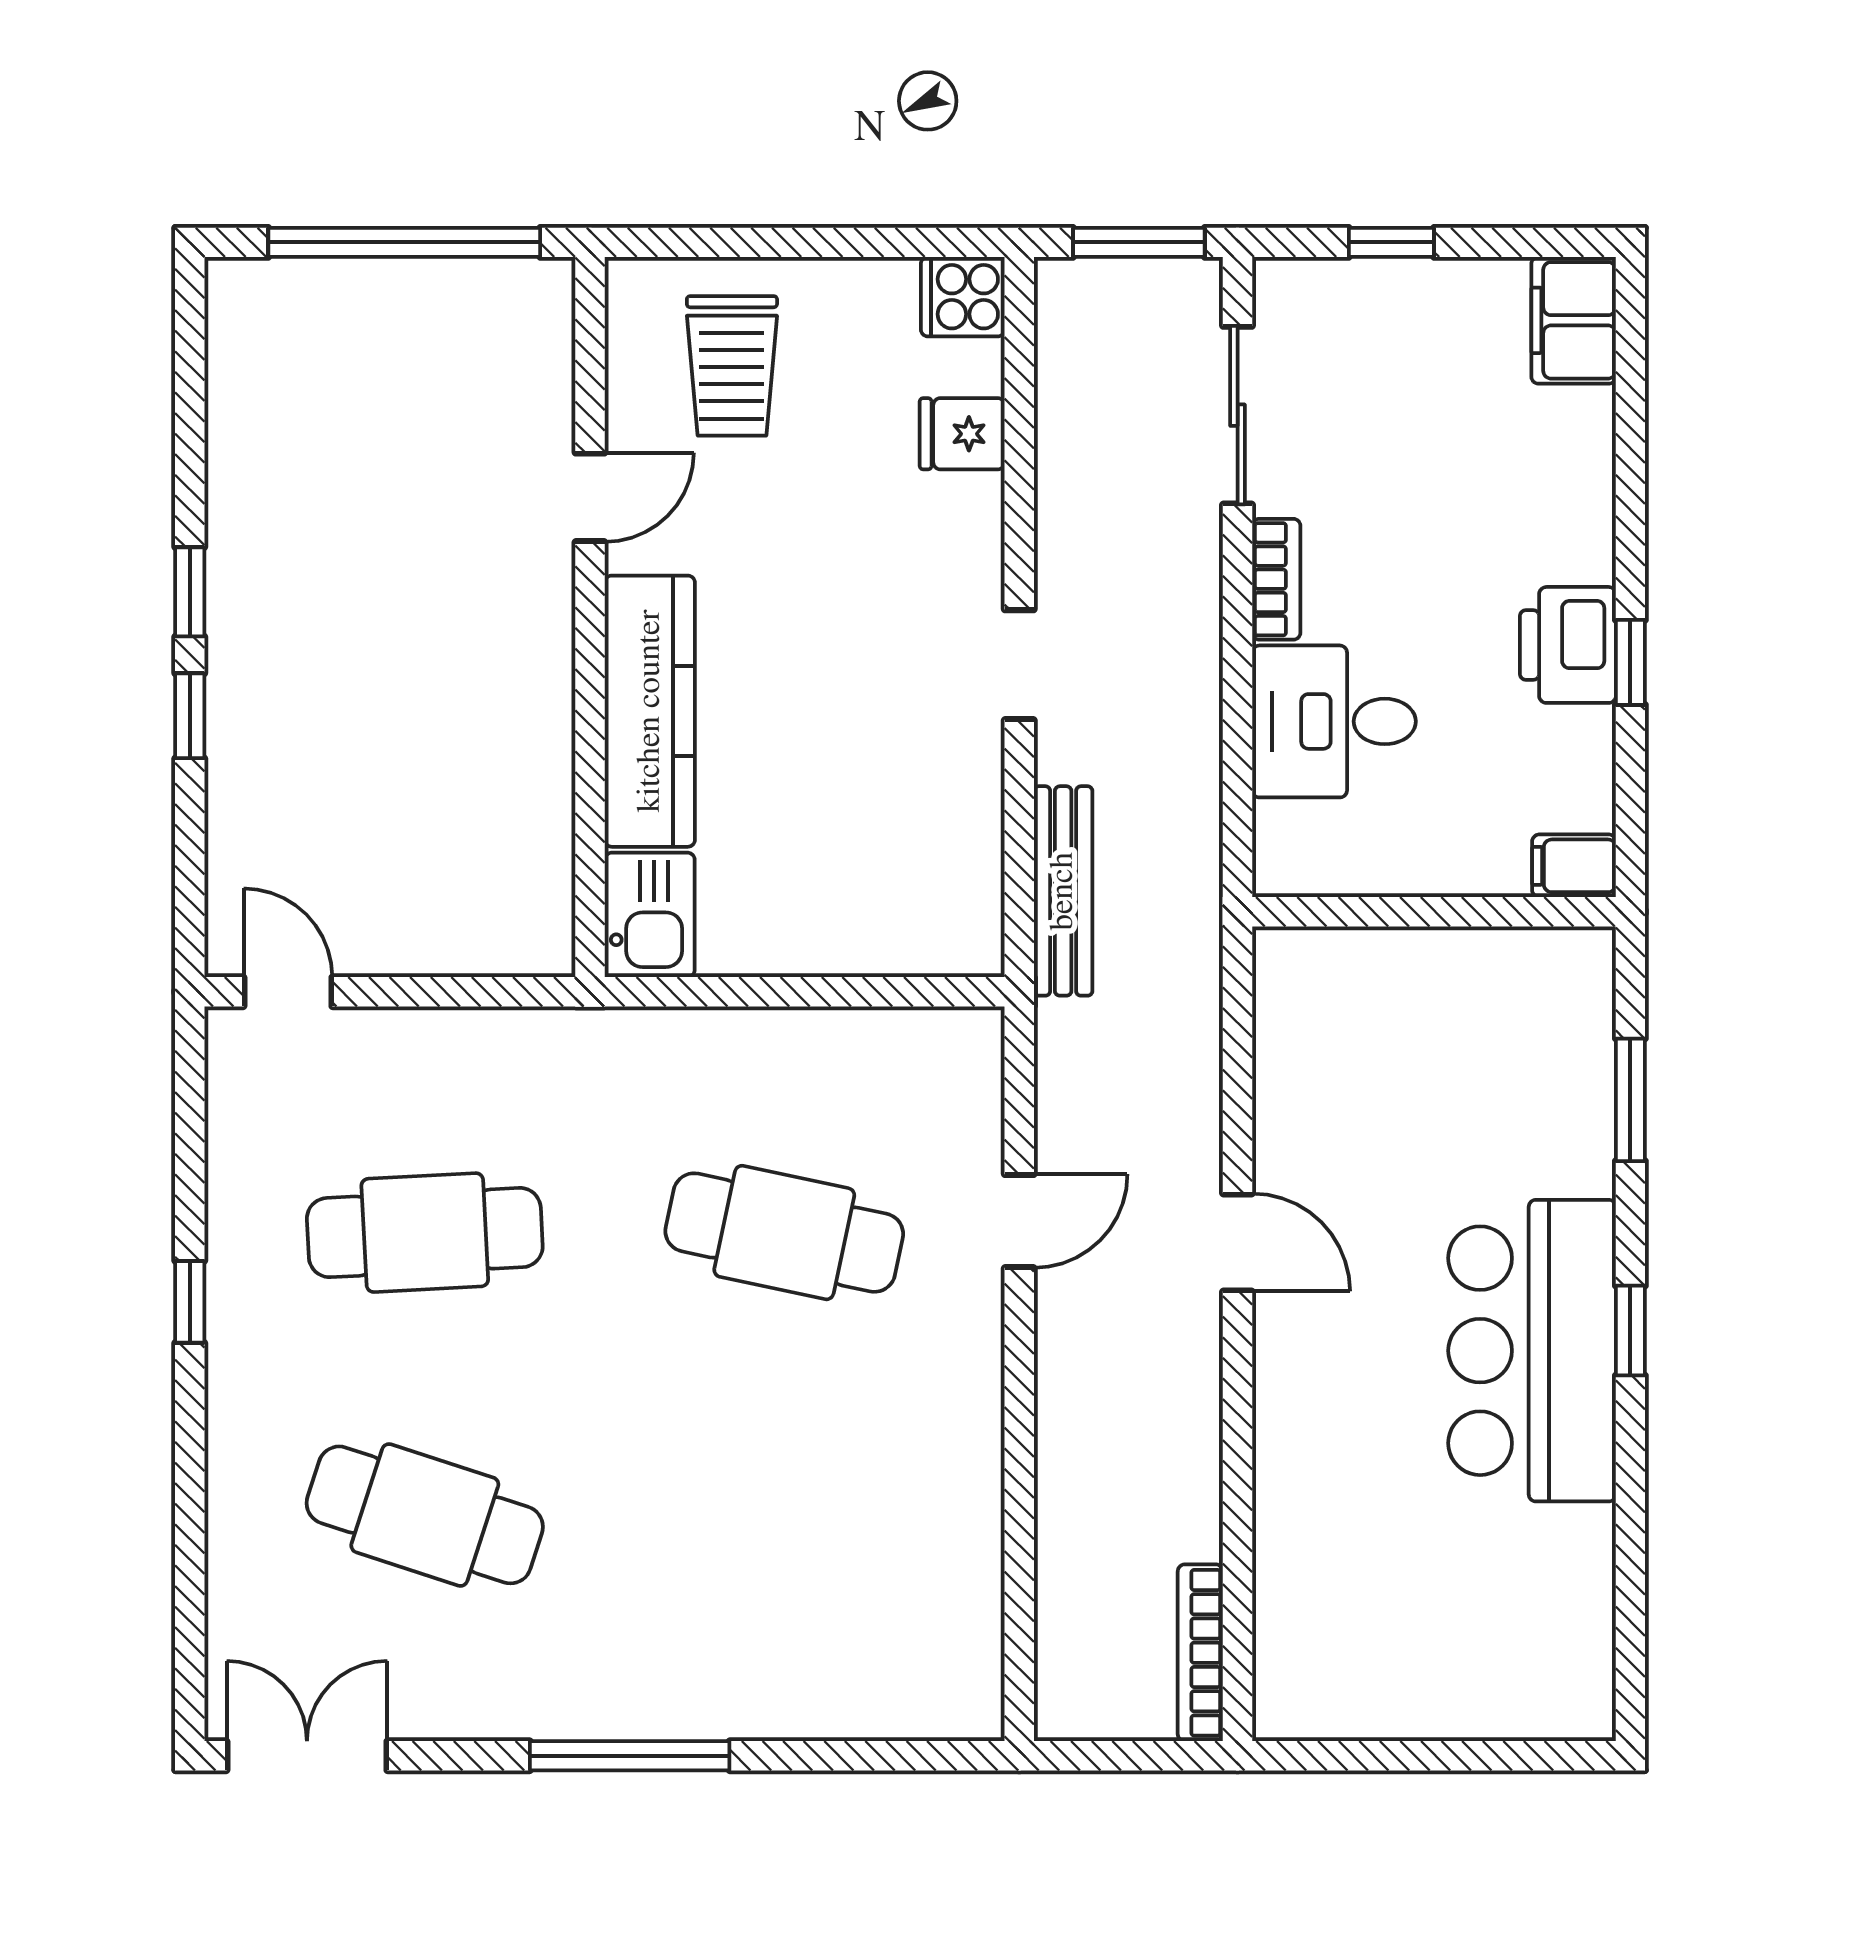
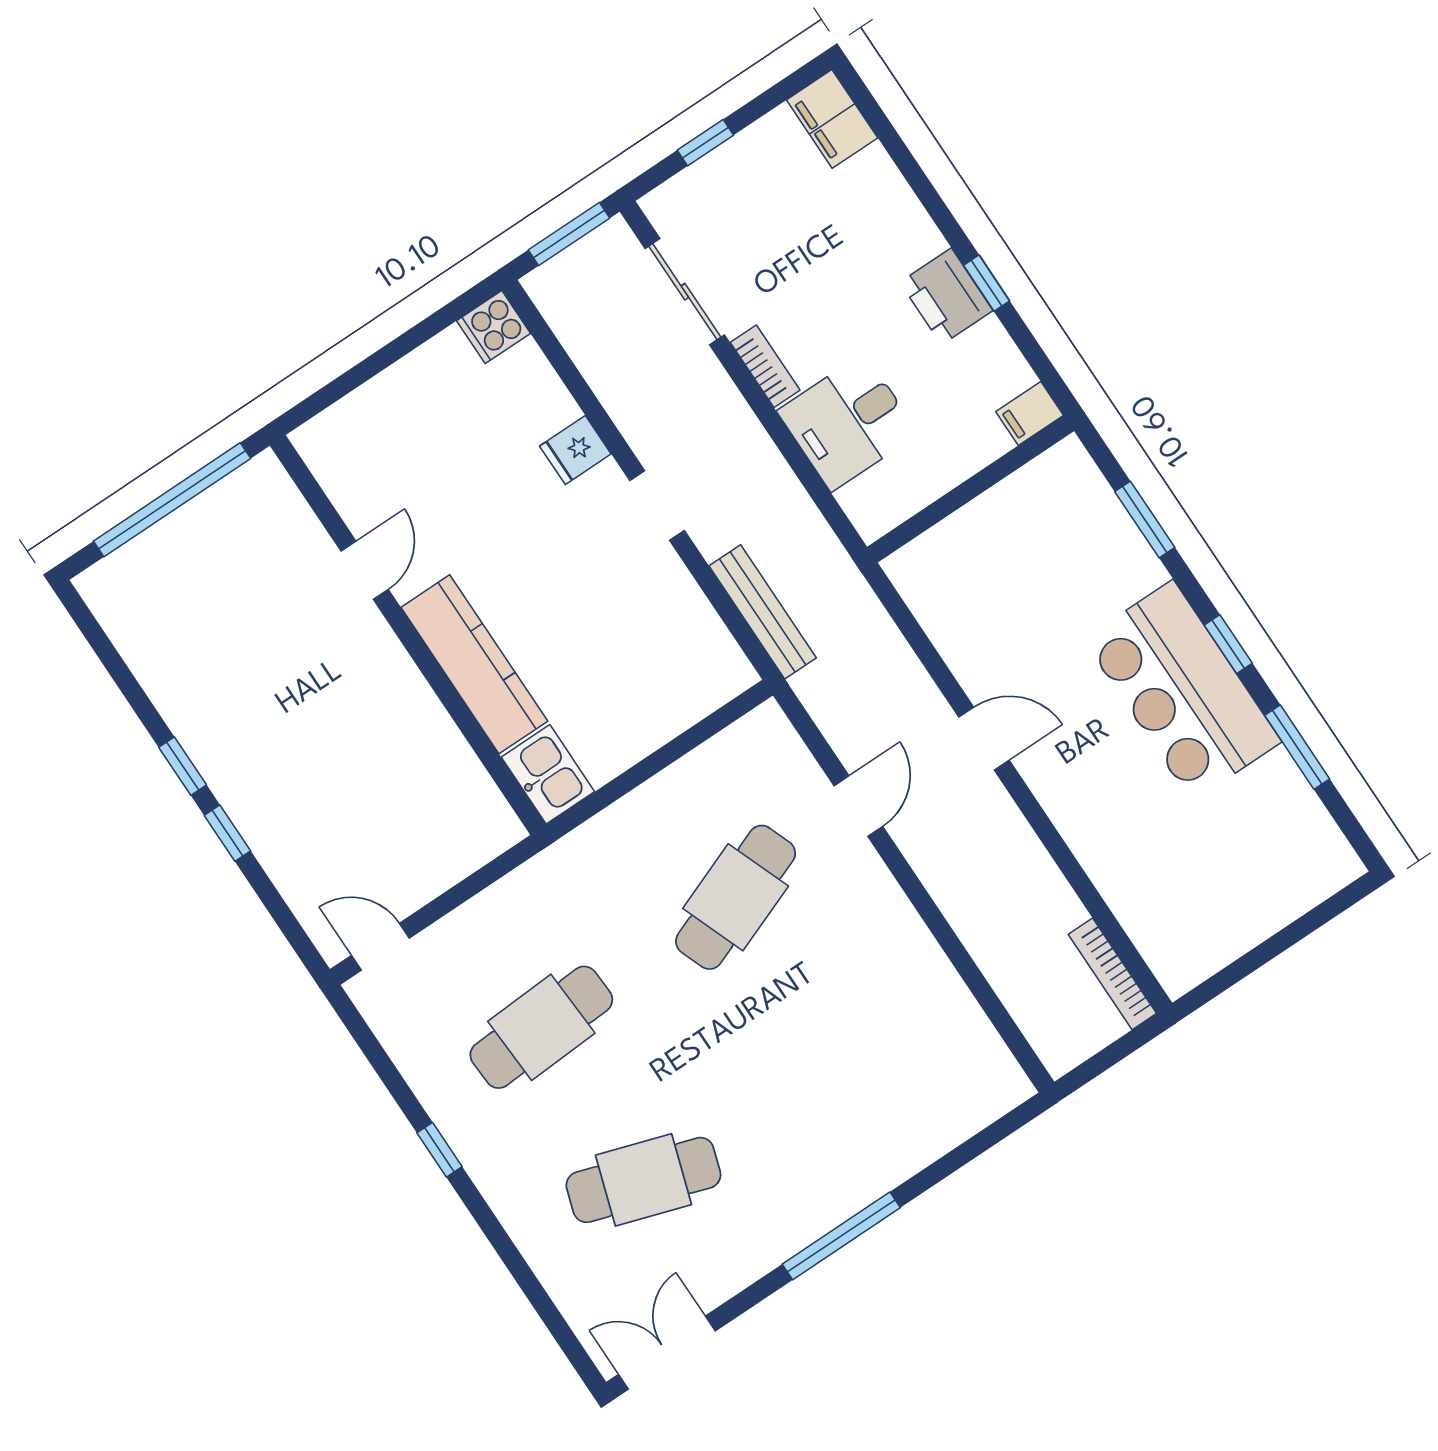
trolley: (732, 366) -> (394, 448), removed
fridge: (962, 434) -> (575, 450), moved
cafe table: (784, 1233) -> (736, 897), turned -33
window: (1630, 1521) -> (1297, 747), added

